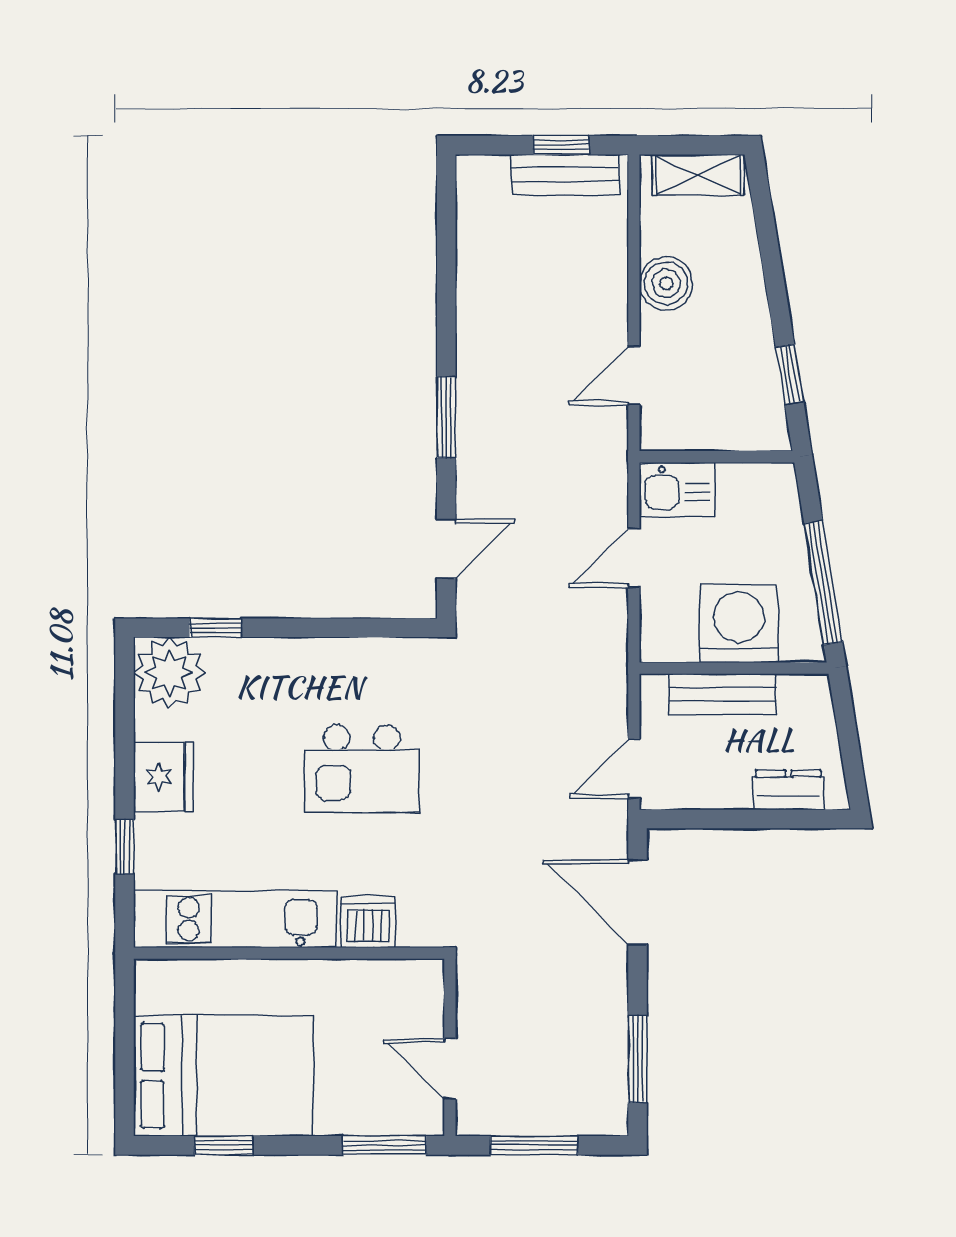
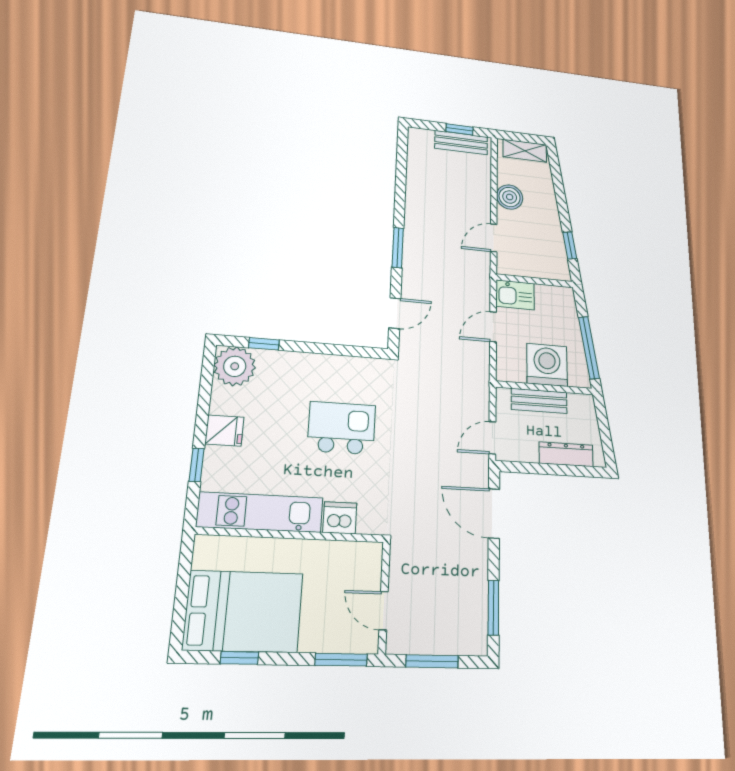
kitchen island: (362, 769) -> (342, 428), turned 180
fridge: (164, 777) -> (224, 431), width x0.72
dresser: (788, 790) -> (566, 454), width x1.44

